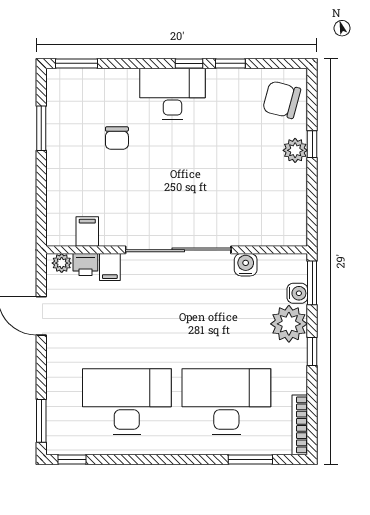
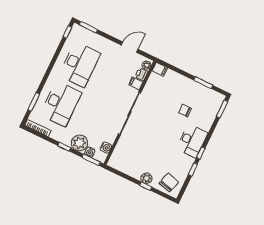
filing cabinet: (87, 232) -> (160, 69), moved
water cooler: (246, 265) -> (106, 148), moved

